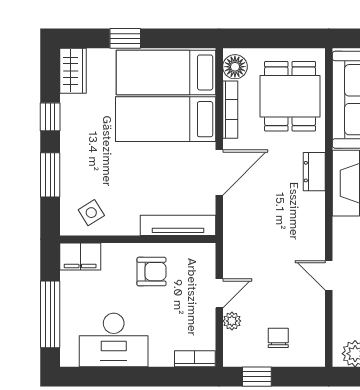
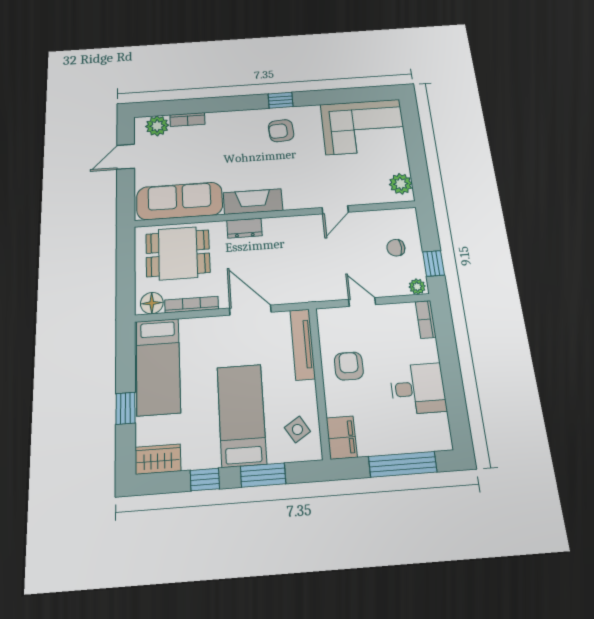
bed: (166, 119) -> (242, 415), moved, turned 180
plant: (232, 321) -> (417, 287), moved
desk: (114, 340) -> (418, 389), width x0.73

